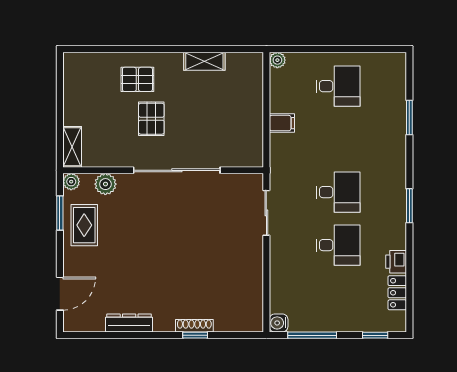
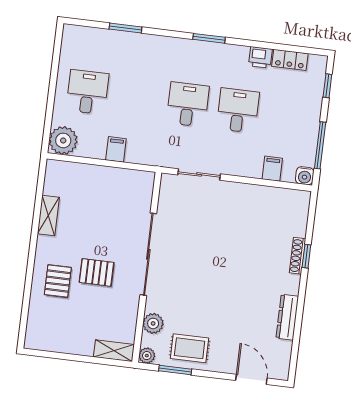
plant: (277, 60) -> (63, 140), width x1.88, depth x1.88
filing cabinet: (282, 288) -> (272, 169), added

